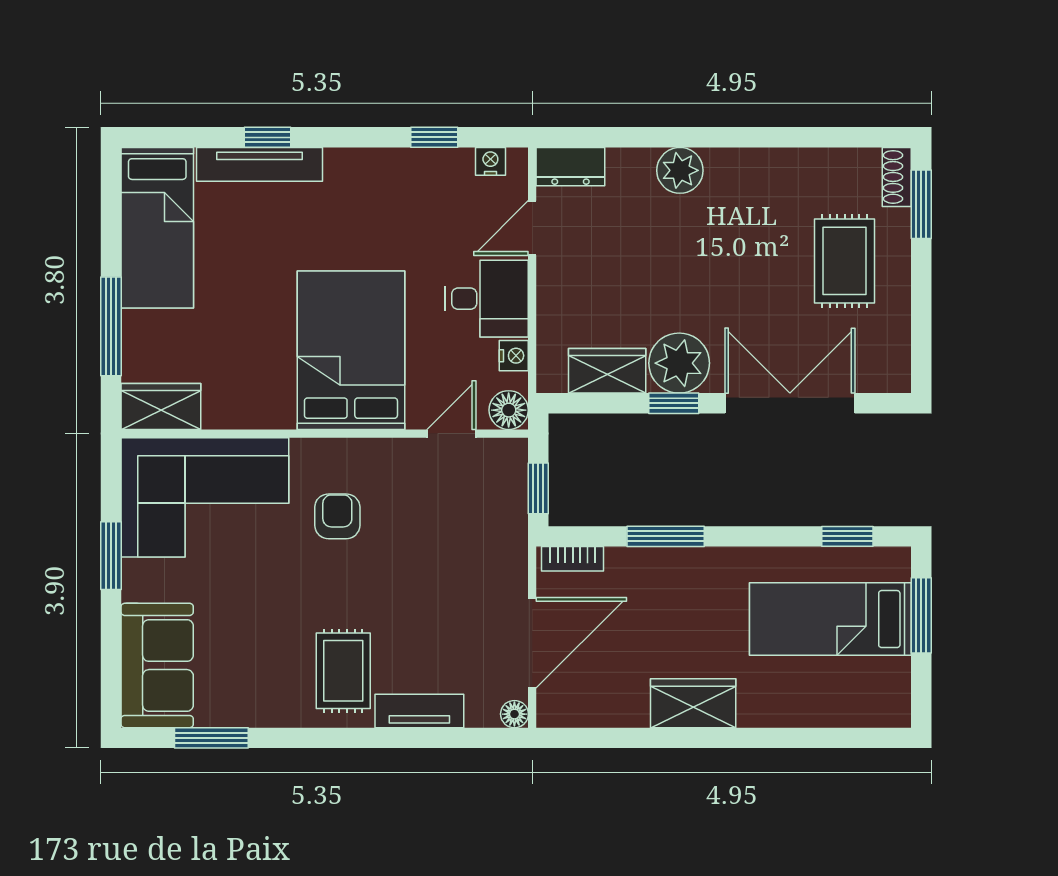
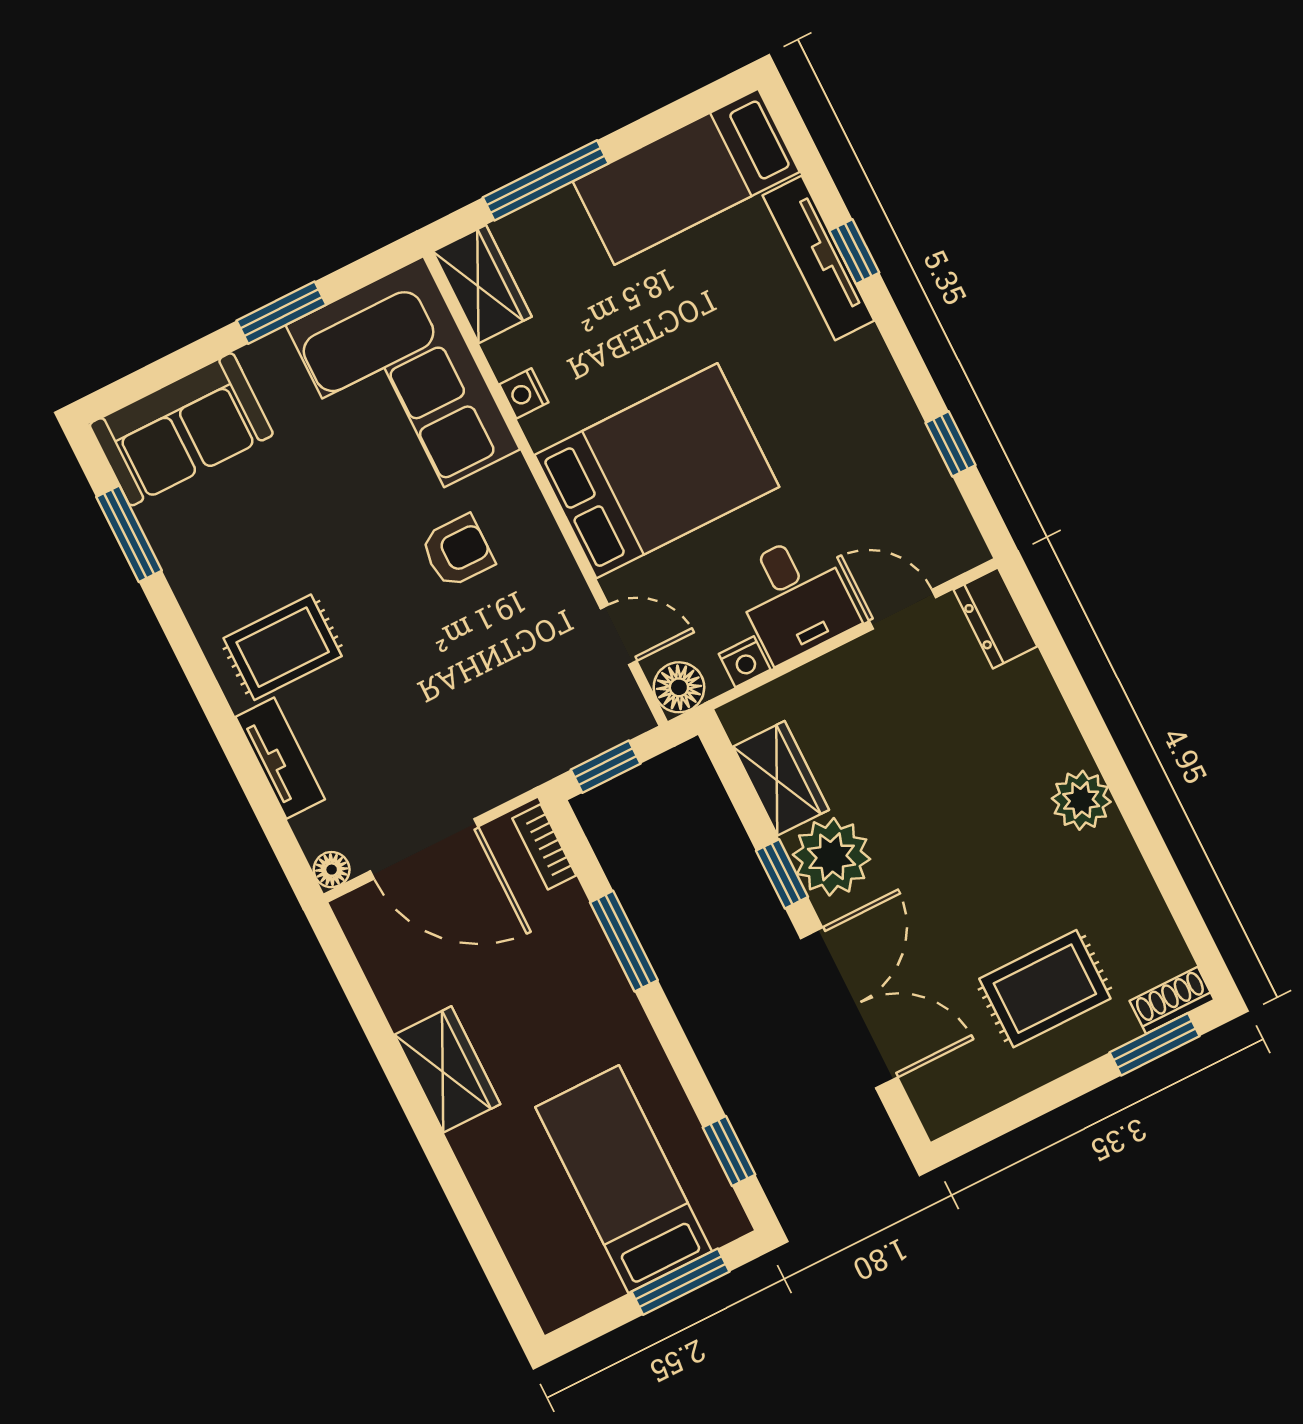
nightstand: (490, 161) -> (524, 393), moved, turned 180
plant: (680, 170) -> (1081, 800), moved

